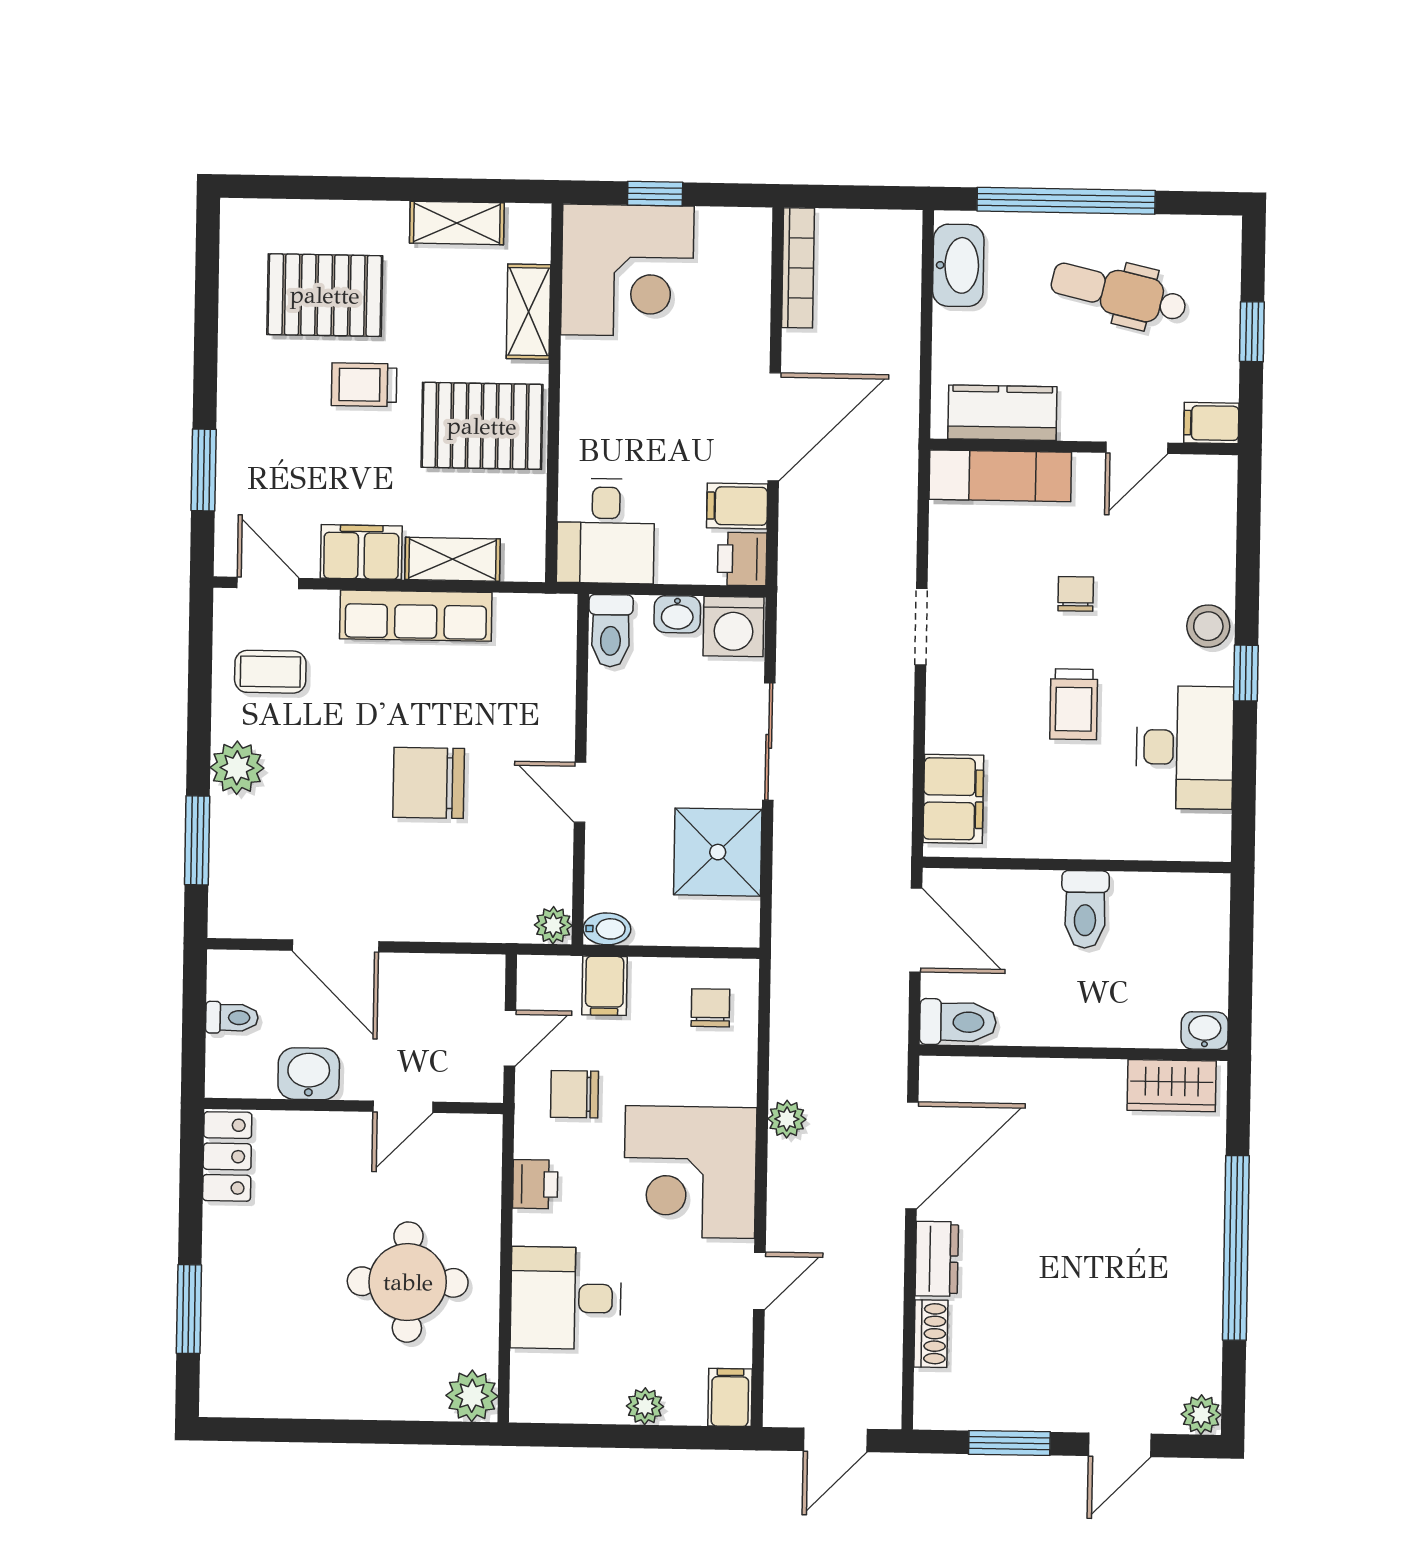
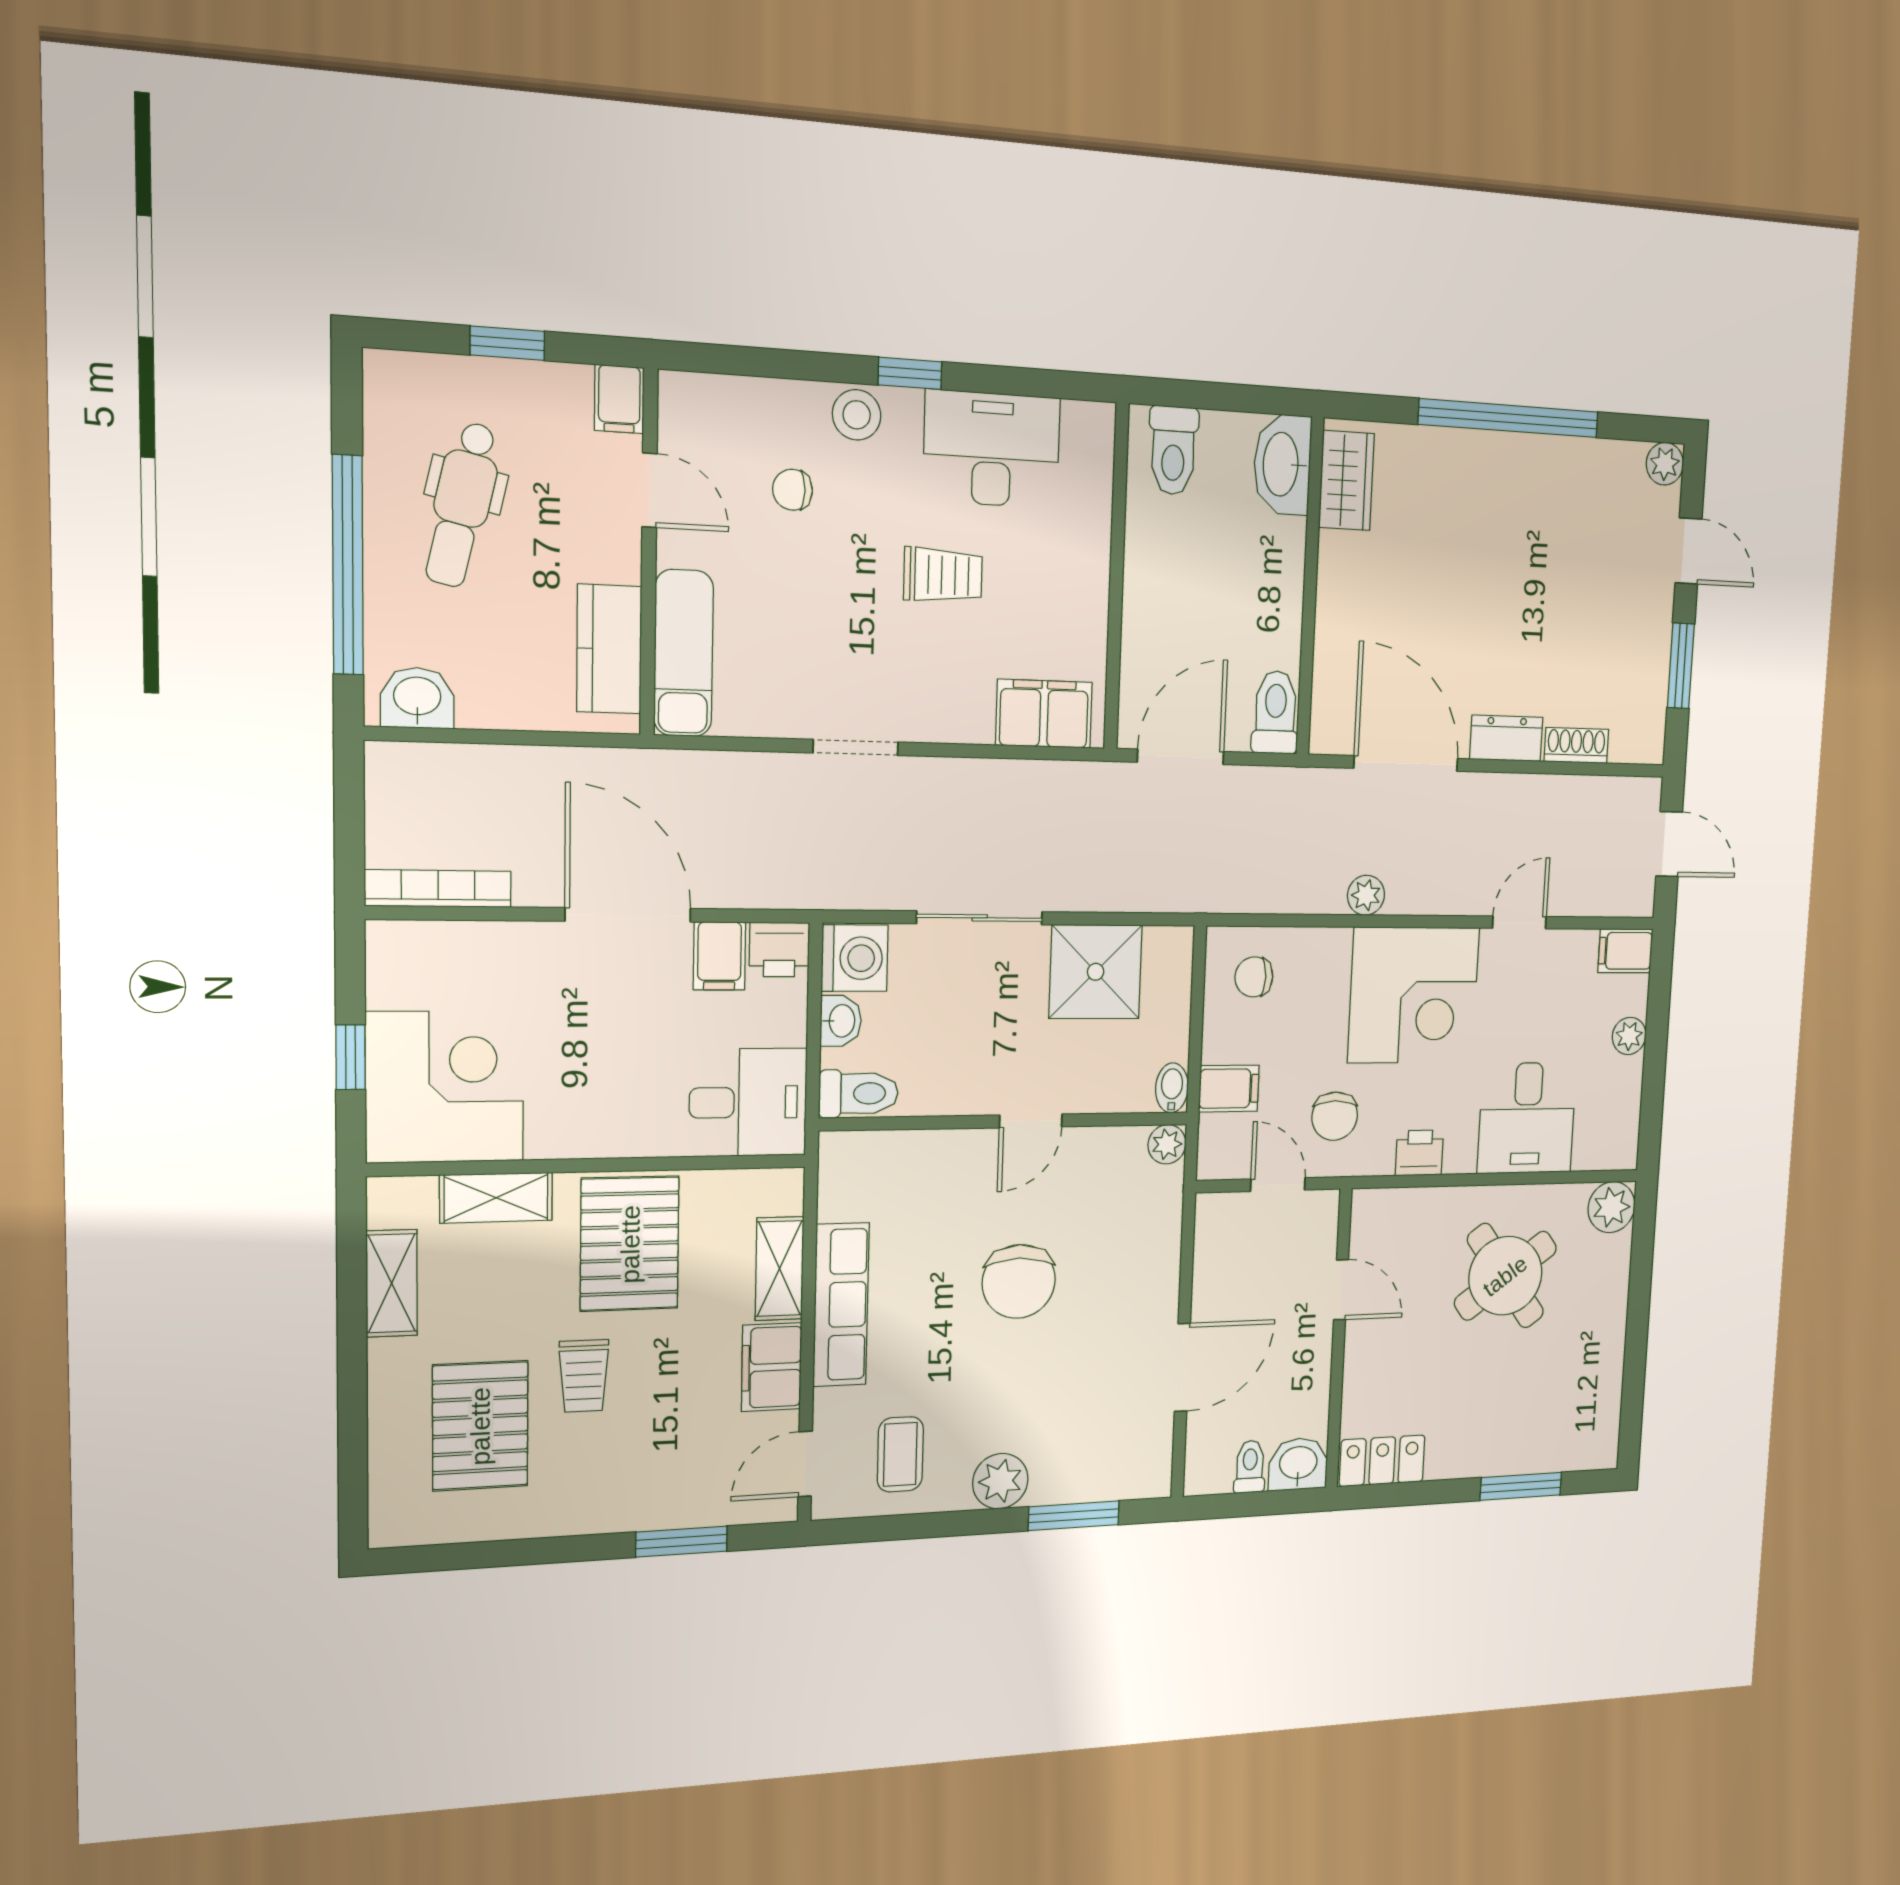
washbasin: (958, 265) -> (417, 698), width x0.72
chair: (1076, 594) -> (793, 490), moved
toilet: (1085, 909) -> (1173, 450), moved, turned 90
washbasin: (1205, 1031) -> (1282, 464), width x1.91, depth x1.45
washbasin: (309, 1074) -> (1298, 1464), moved, turned 90
door: (759, 1281) -> (1519, 922), hinge flipped
round table: (408, 1282) -> (1505, 1276), turned -36

